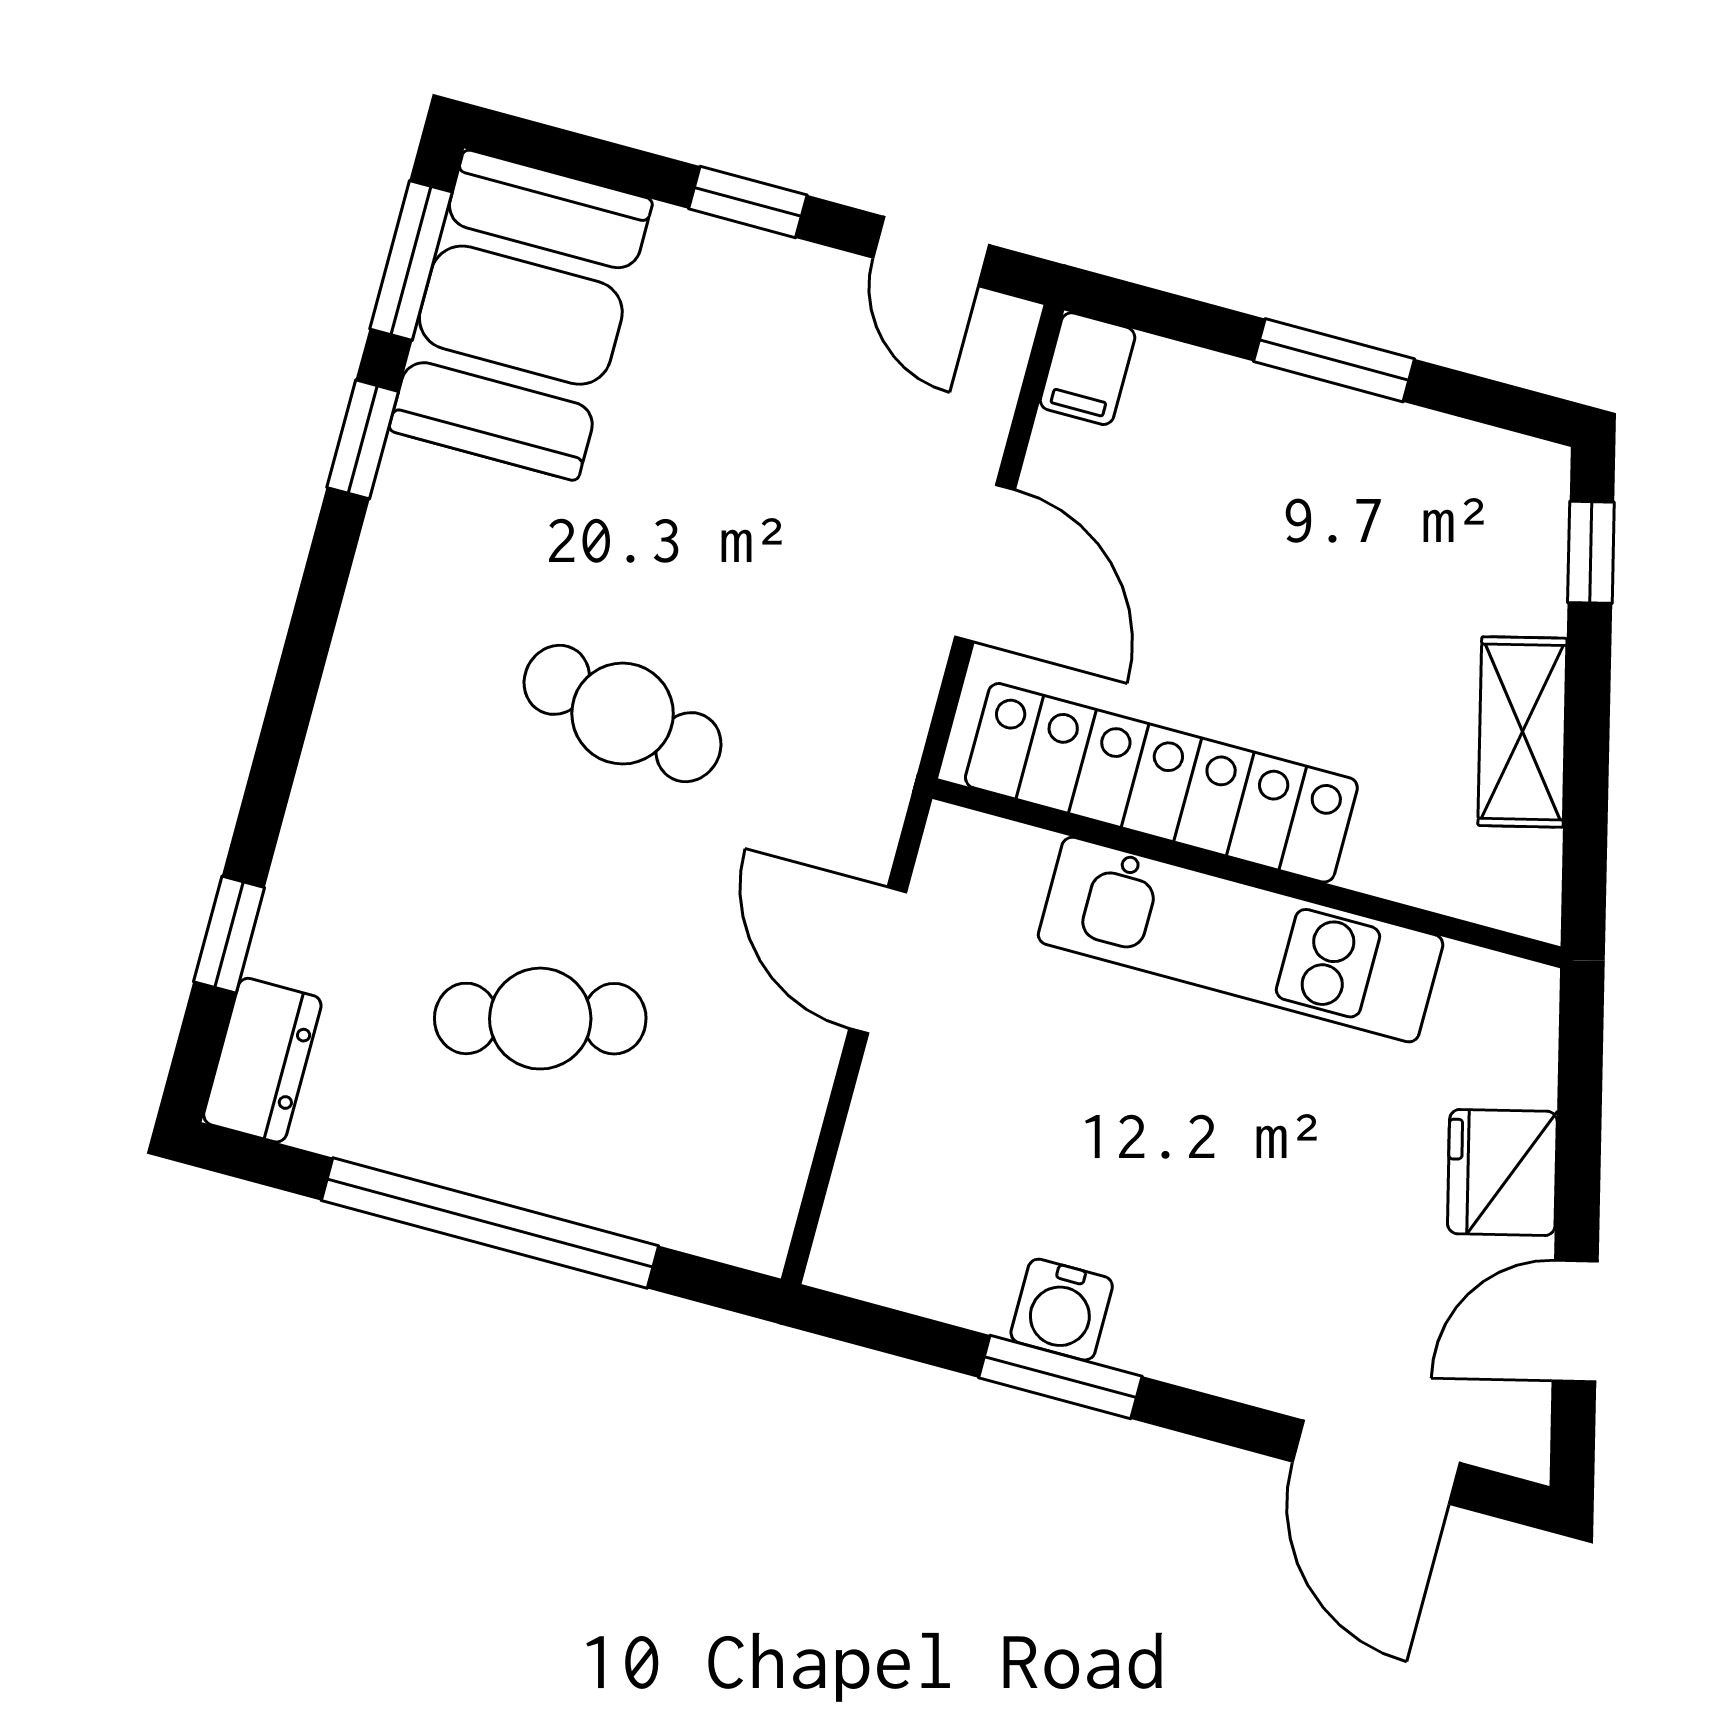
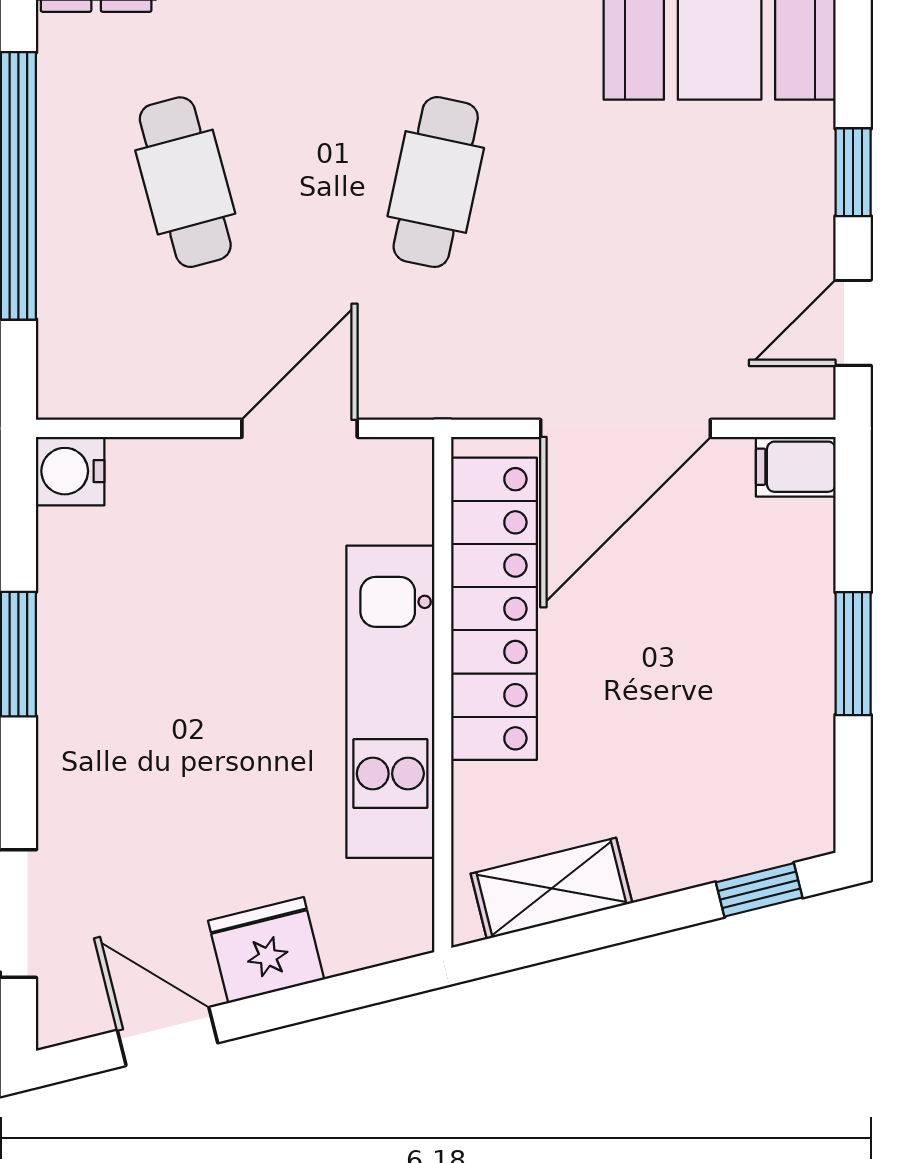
door: (985, 563) -> (626, 428), width x1.36
shelving: (1522, 732) -> (552, 888), moved
water cooler: (1062, 1310) -> (70, 471), moved

